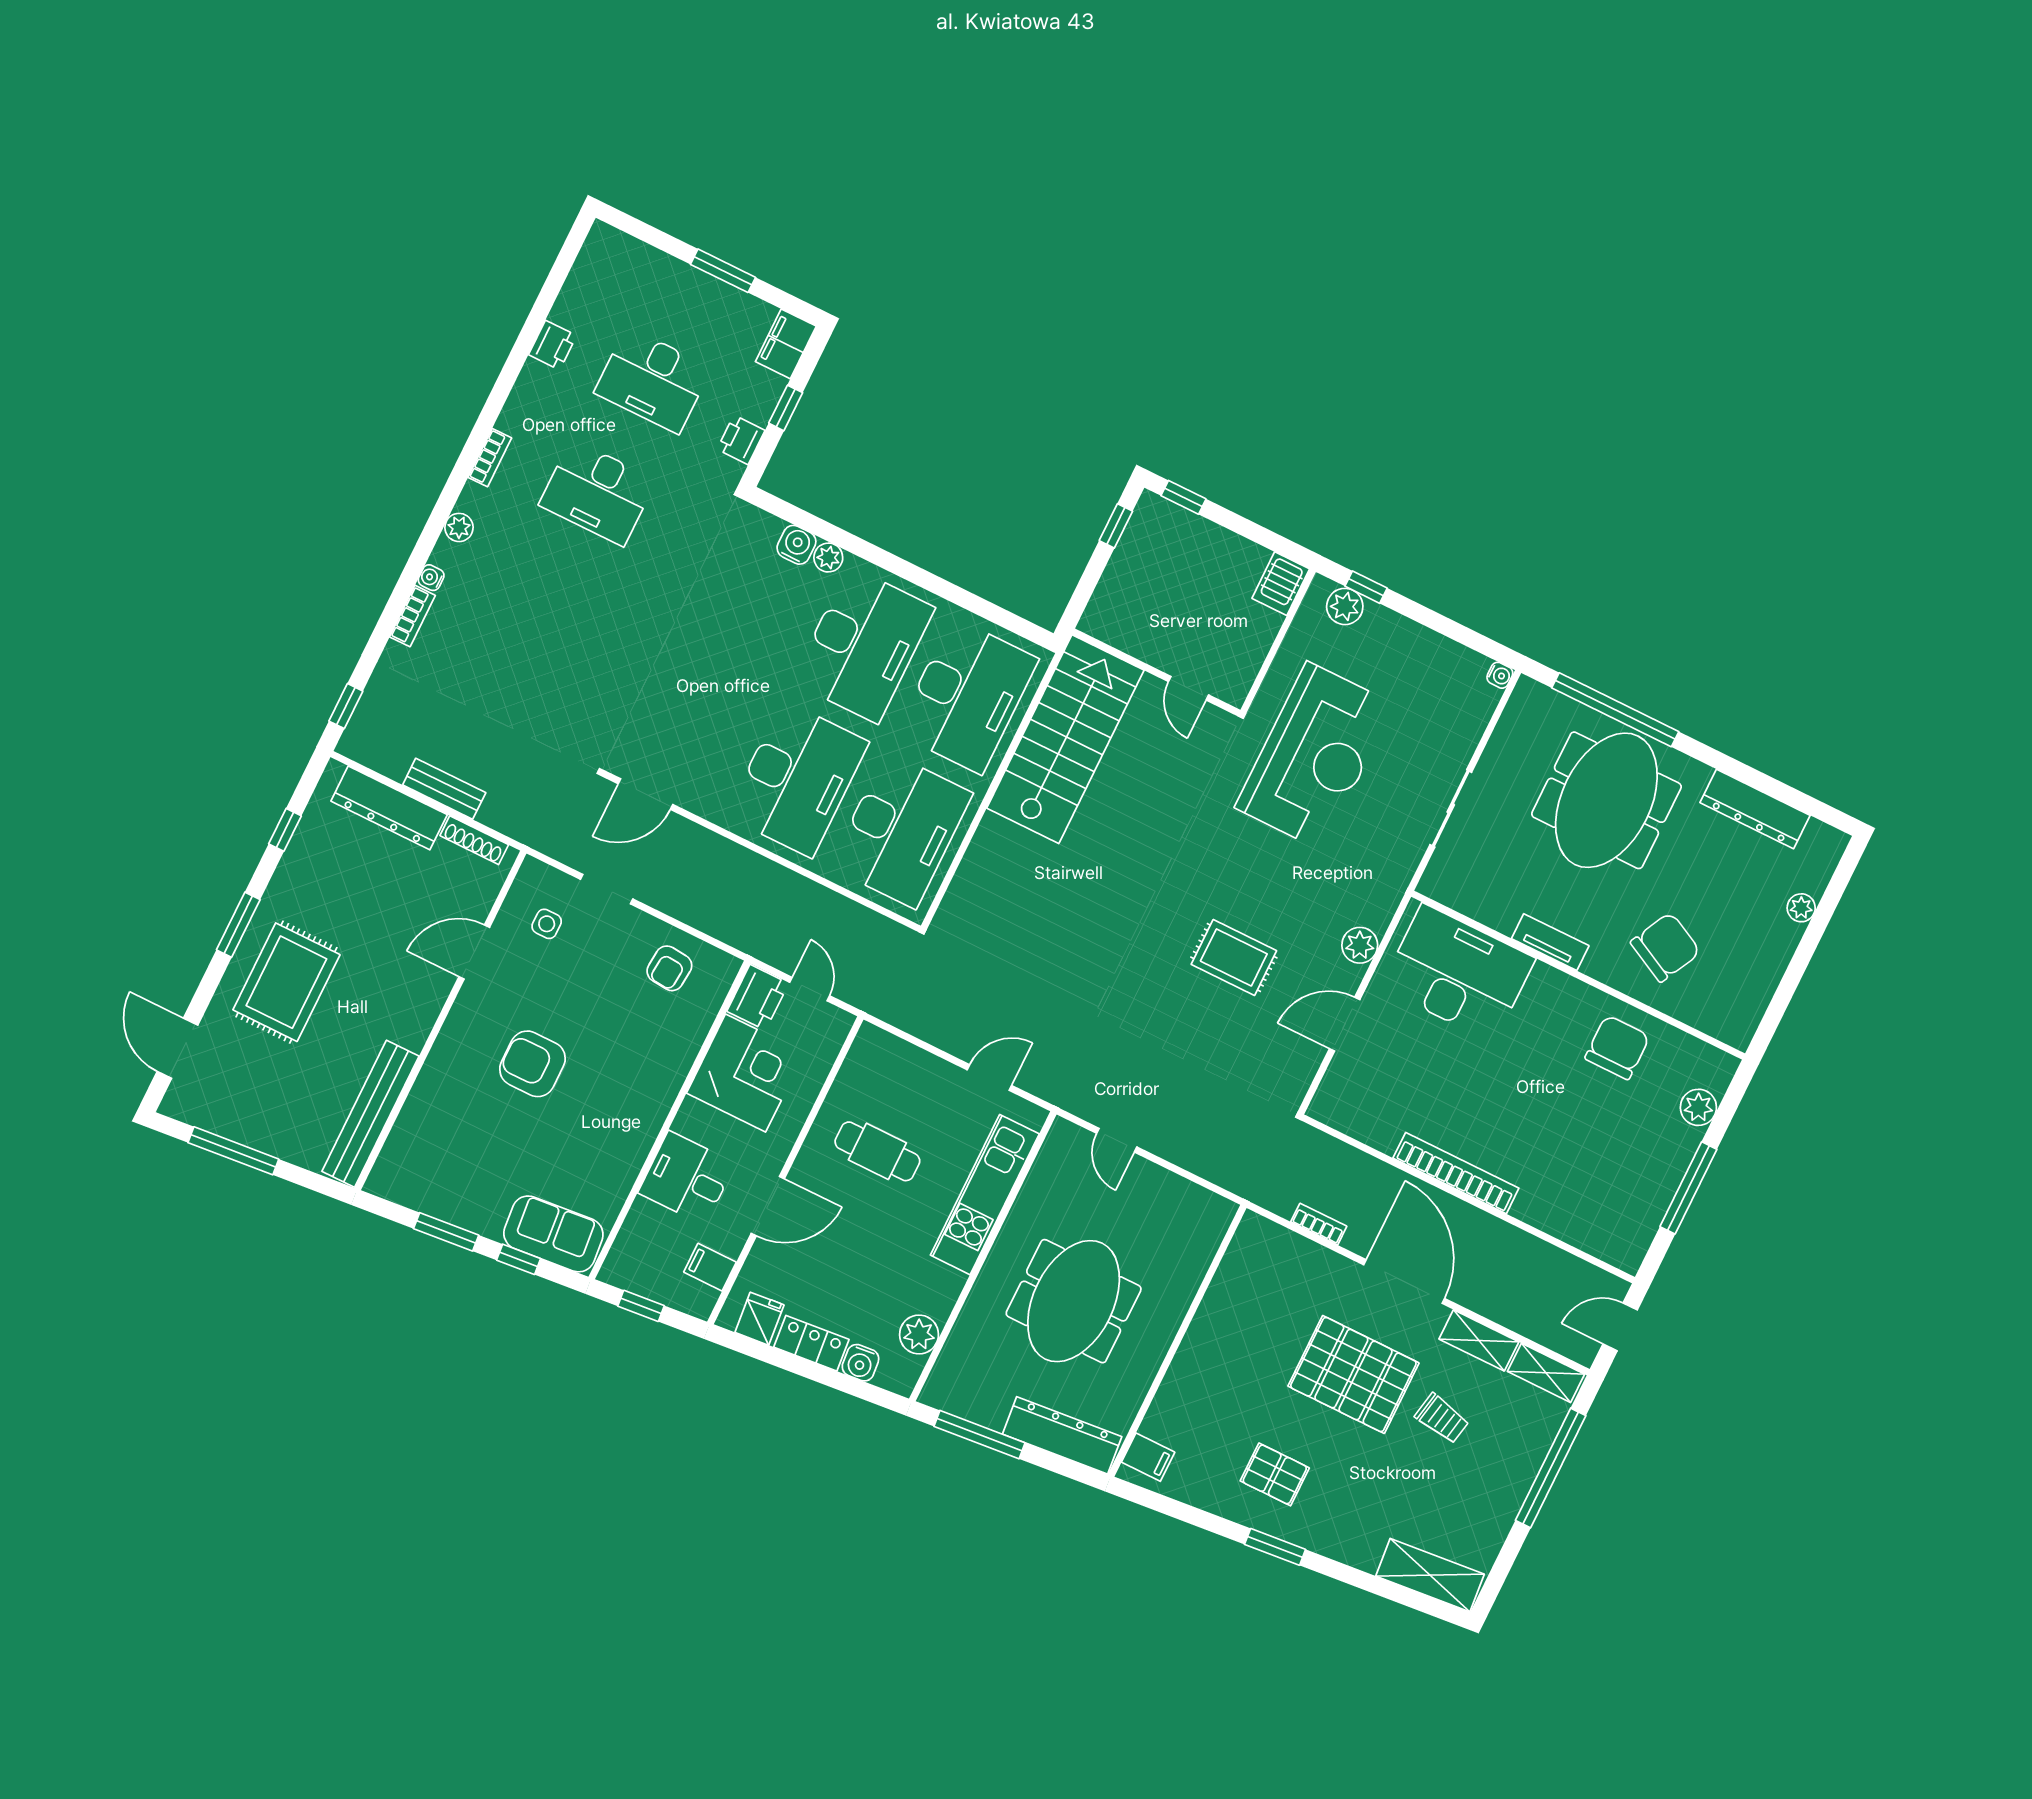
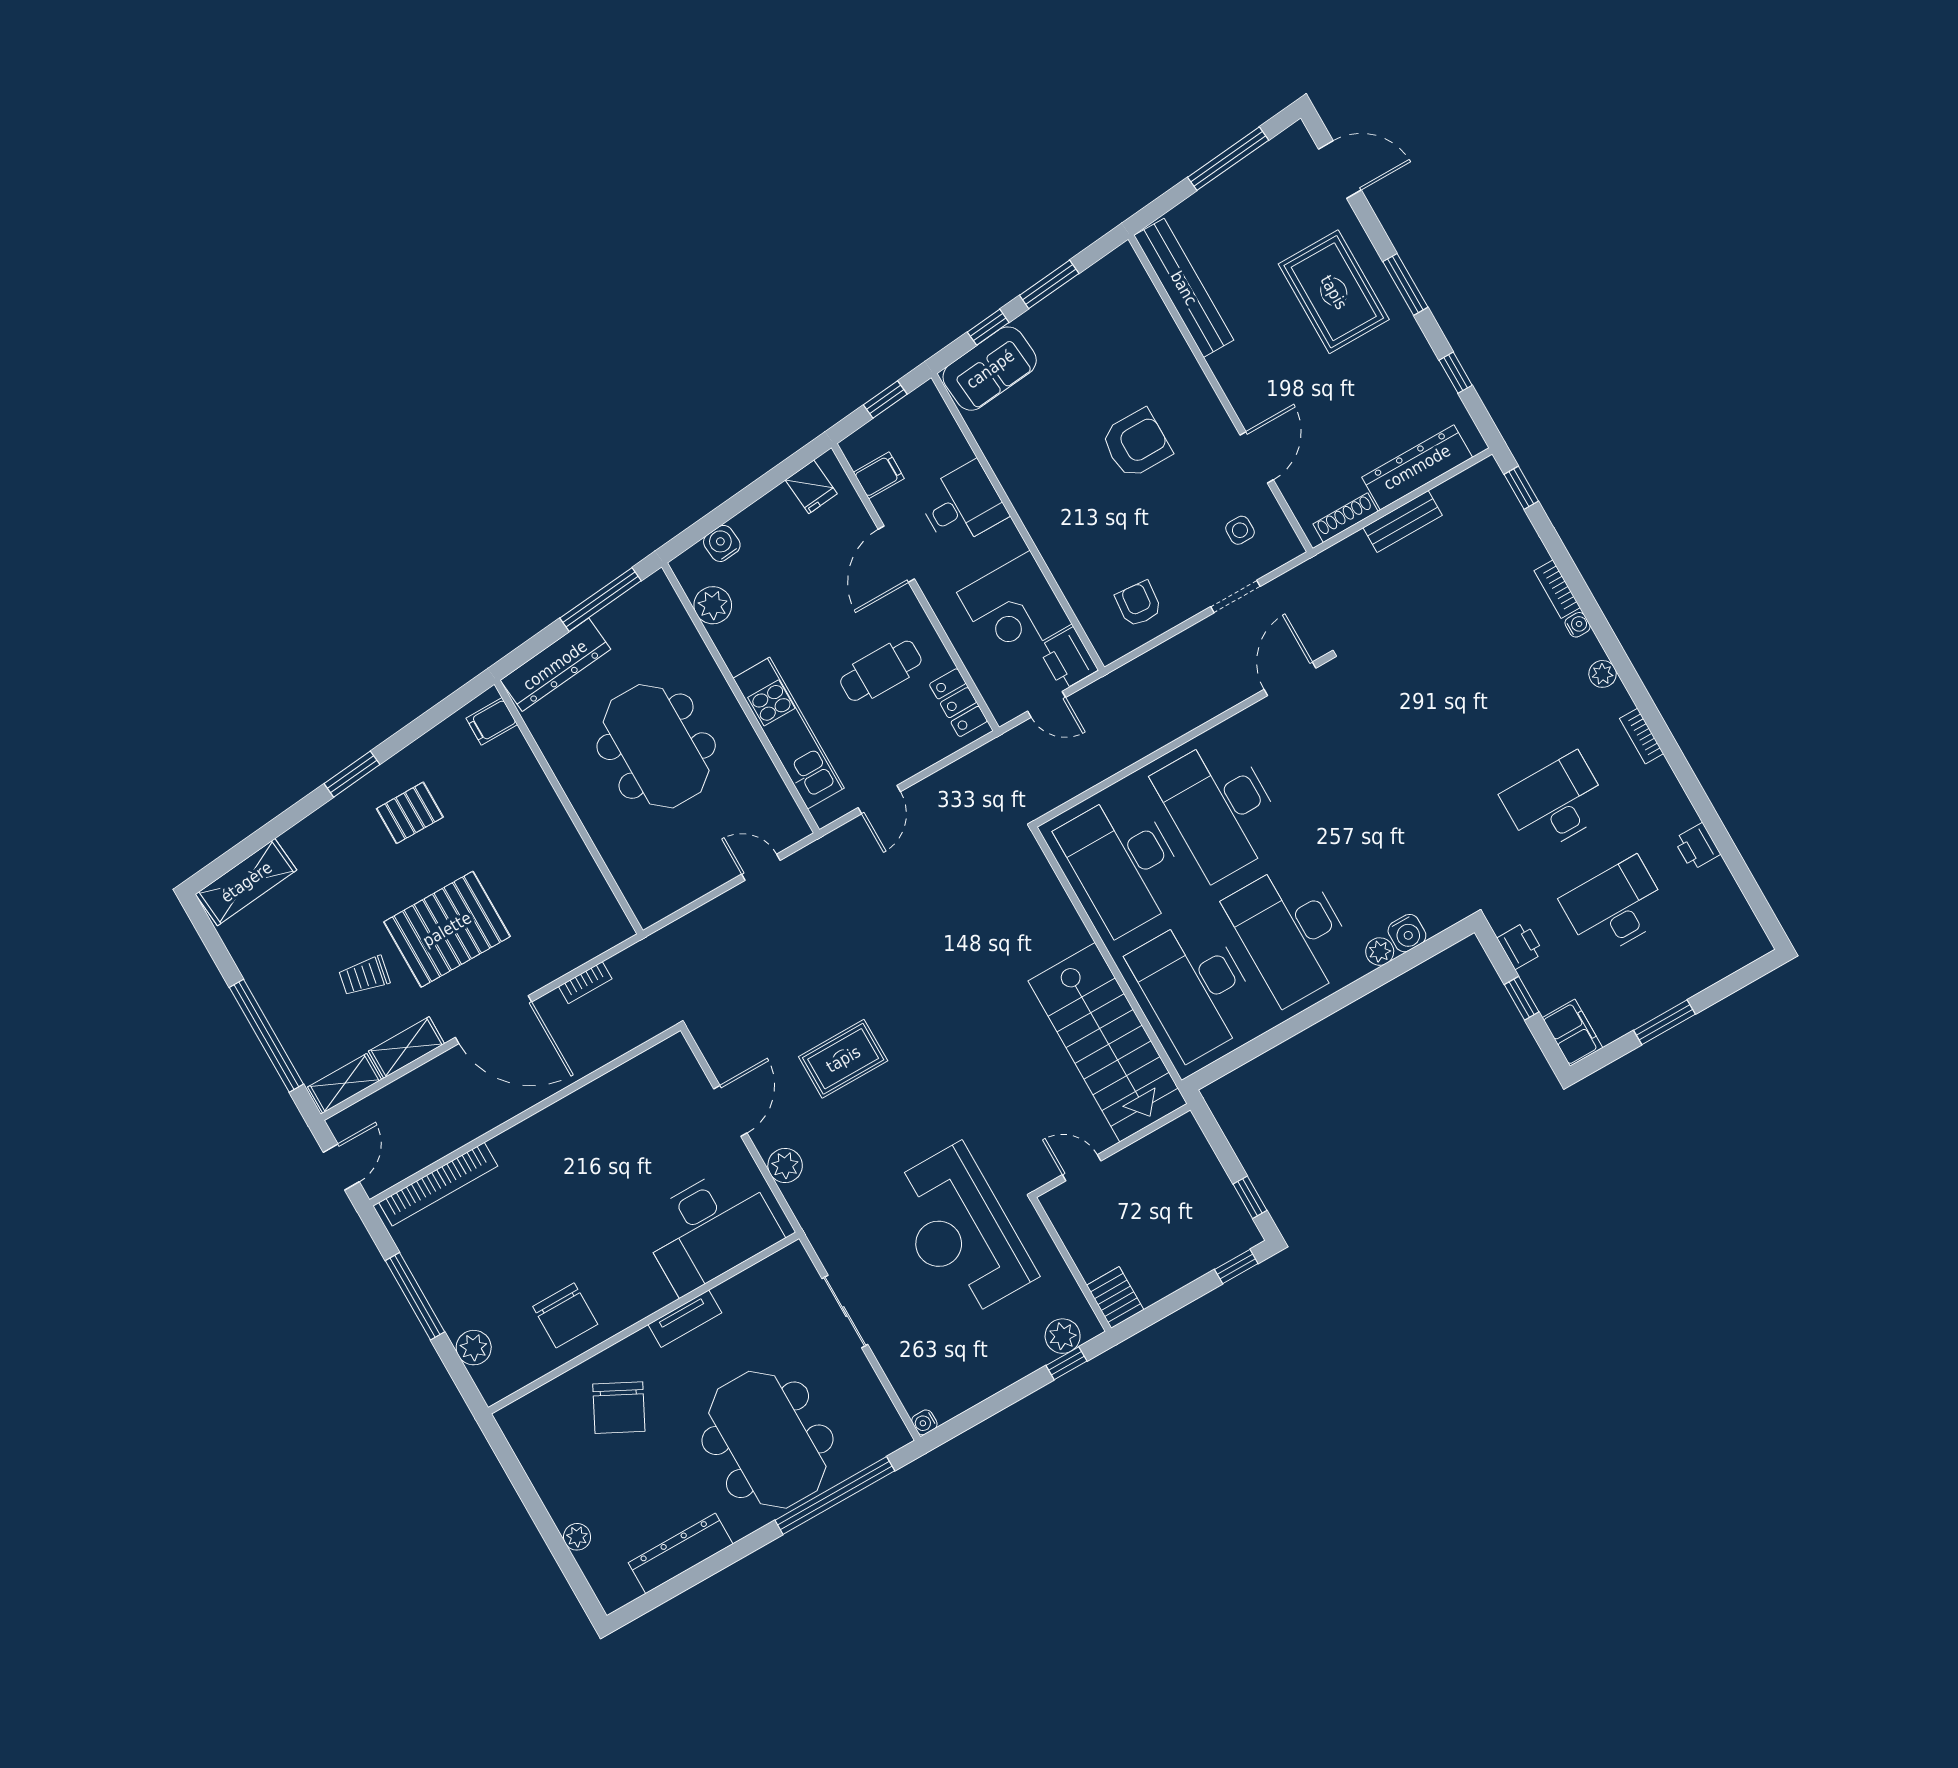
bookcase: (1456, 1173) -> (438, 1184), moved
locker: (811, 1343) -> (958, 703), moved, turned 95

